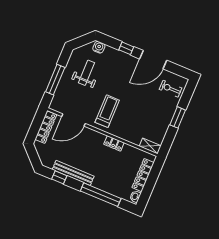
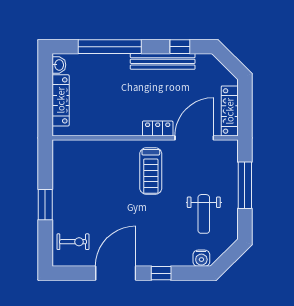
locker: (114, 143) -> (158, 129), moved
shelving: (150, 146) -> (68, 147), removed

